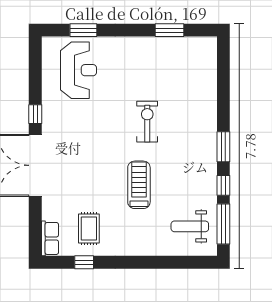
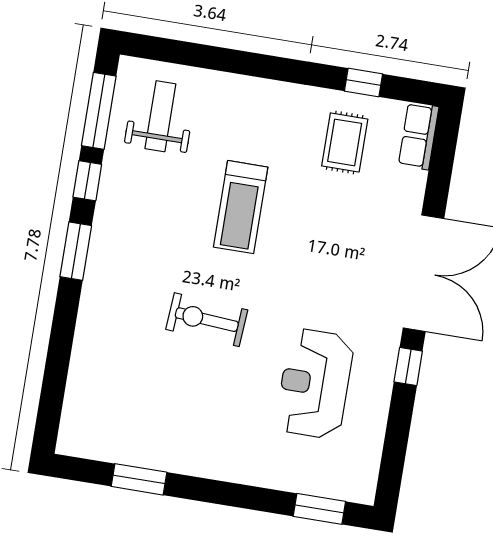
window: (83, 30) -> (319, 509), moved
reception desk: (79, 70) -> (315, 384), moved
exercise bike: (147, 122) -> (207, 320), turned 94
weight bench: (190, 226) -> (160, 116), turned -90

